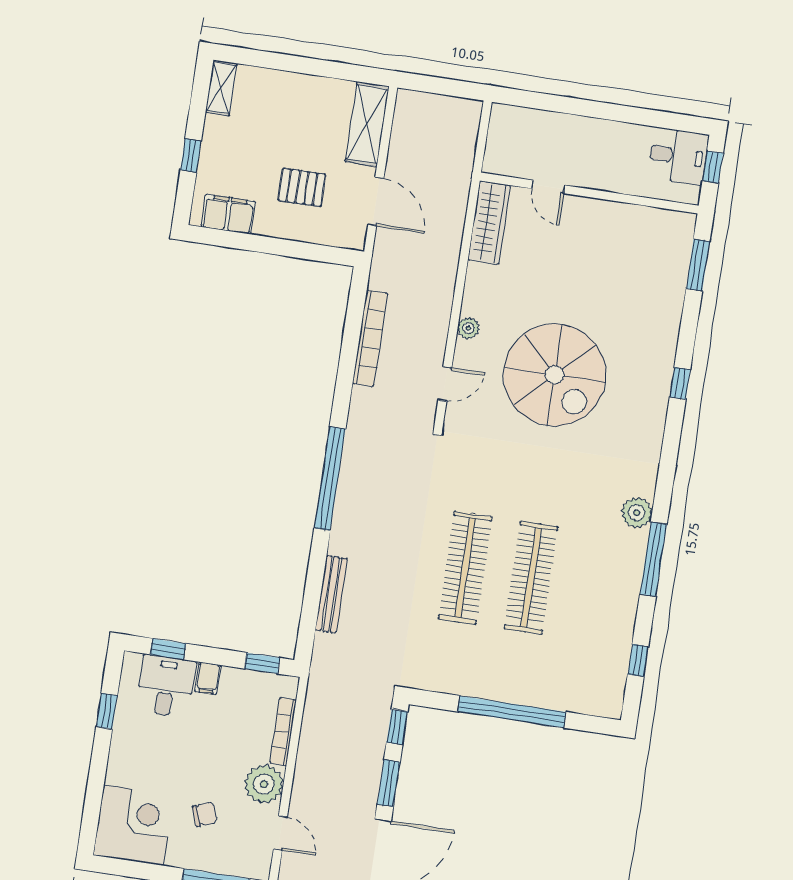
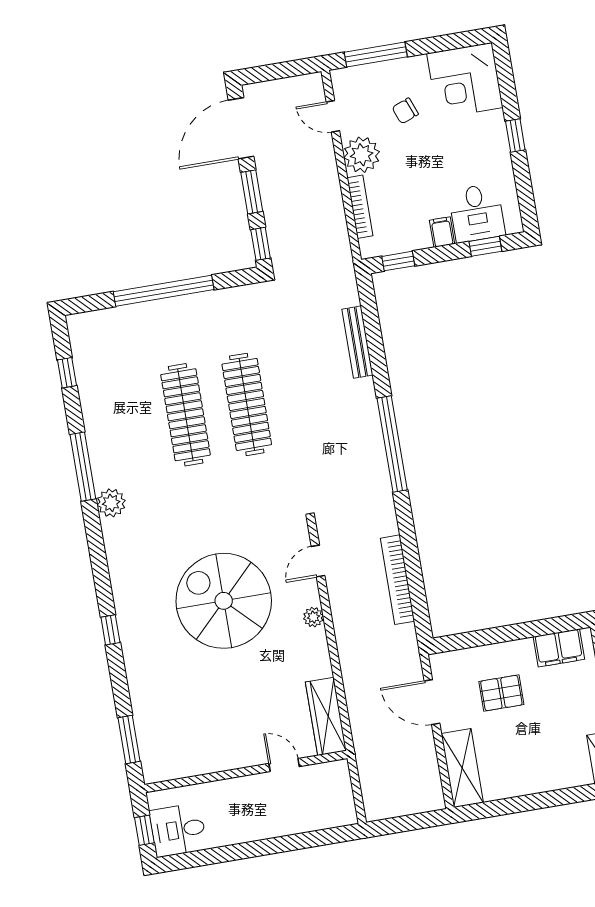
window: (107, 711) -> (515, 136), moved

